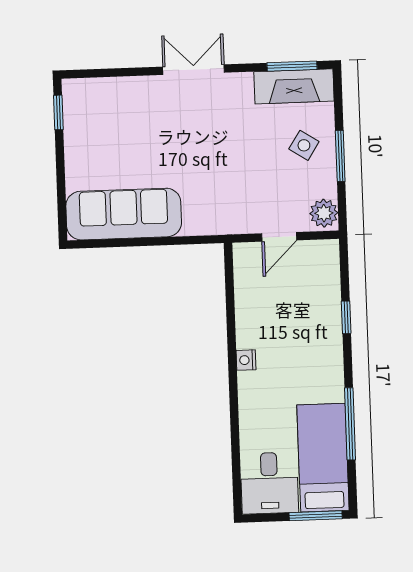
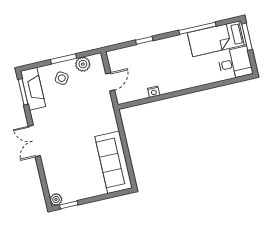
plant: (73, 90) -> (56, 199), added
plant: (324, 213) -> (83, 64), moved
door: (279, 237) -> (110, 82), hinge flipped
nightstand: (246, 360) -> (154, 92), moved

